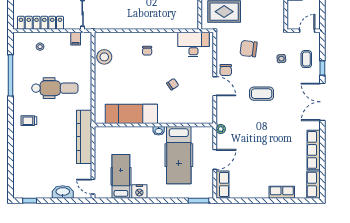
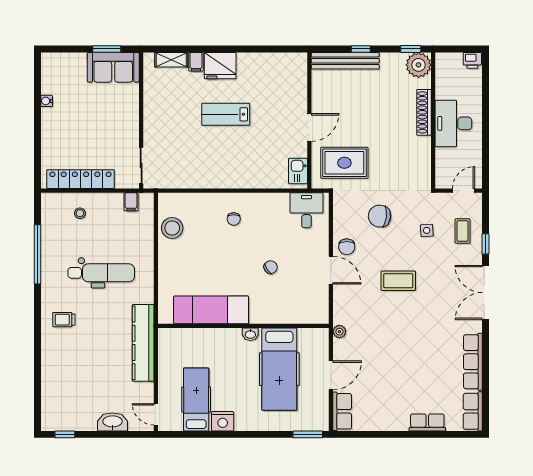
kitchen sink: (192, 17) -> (298, 171), added
desk: (193, 45) -> (306, 210), width x0.73

